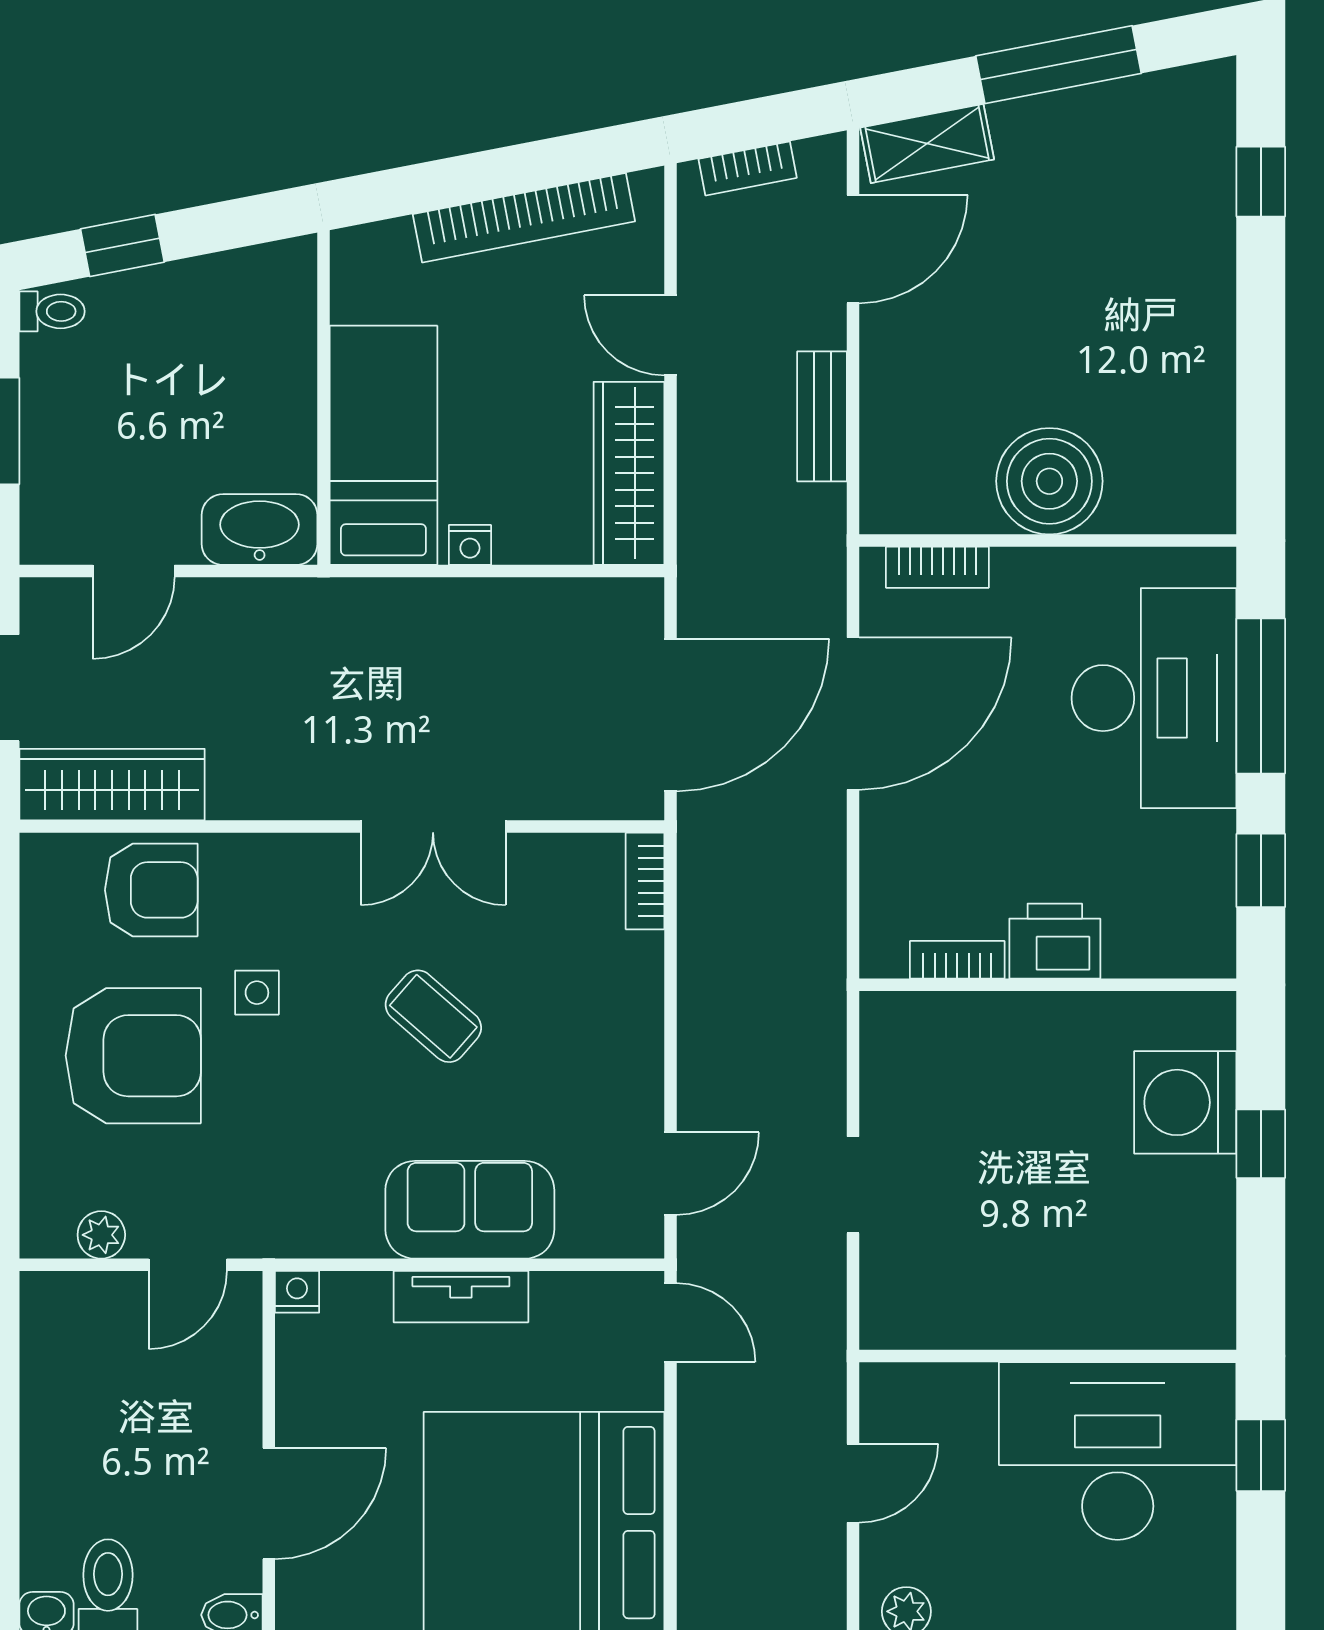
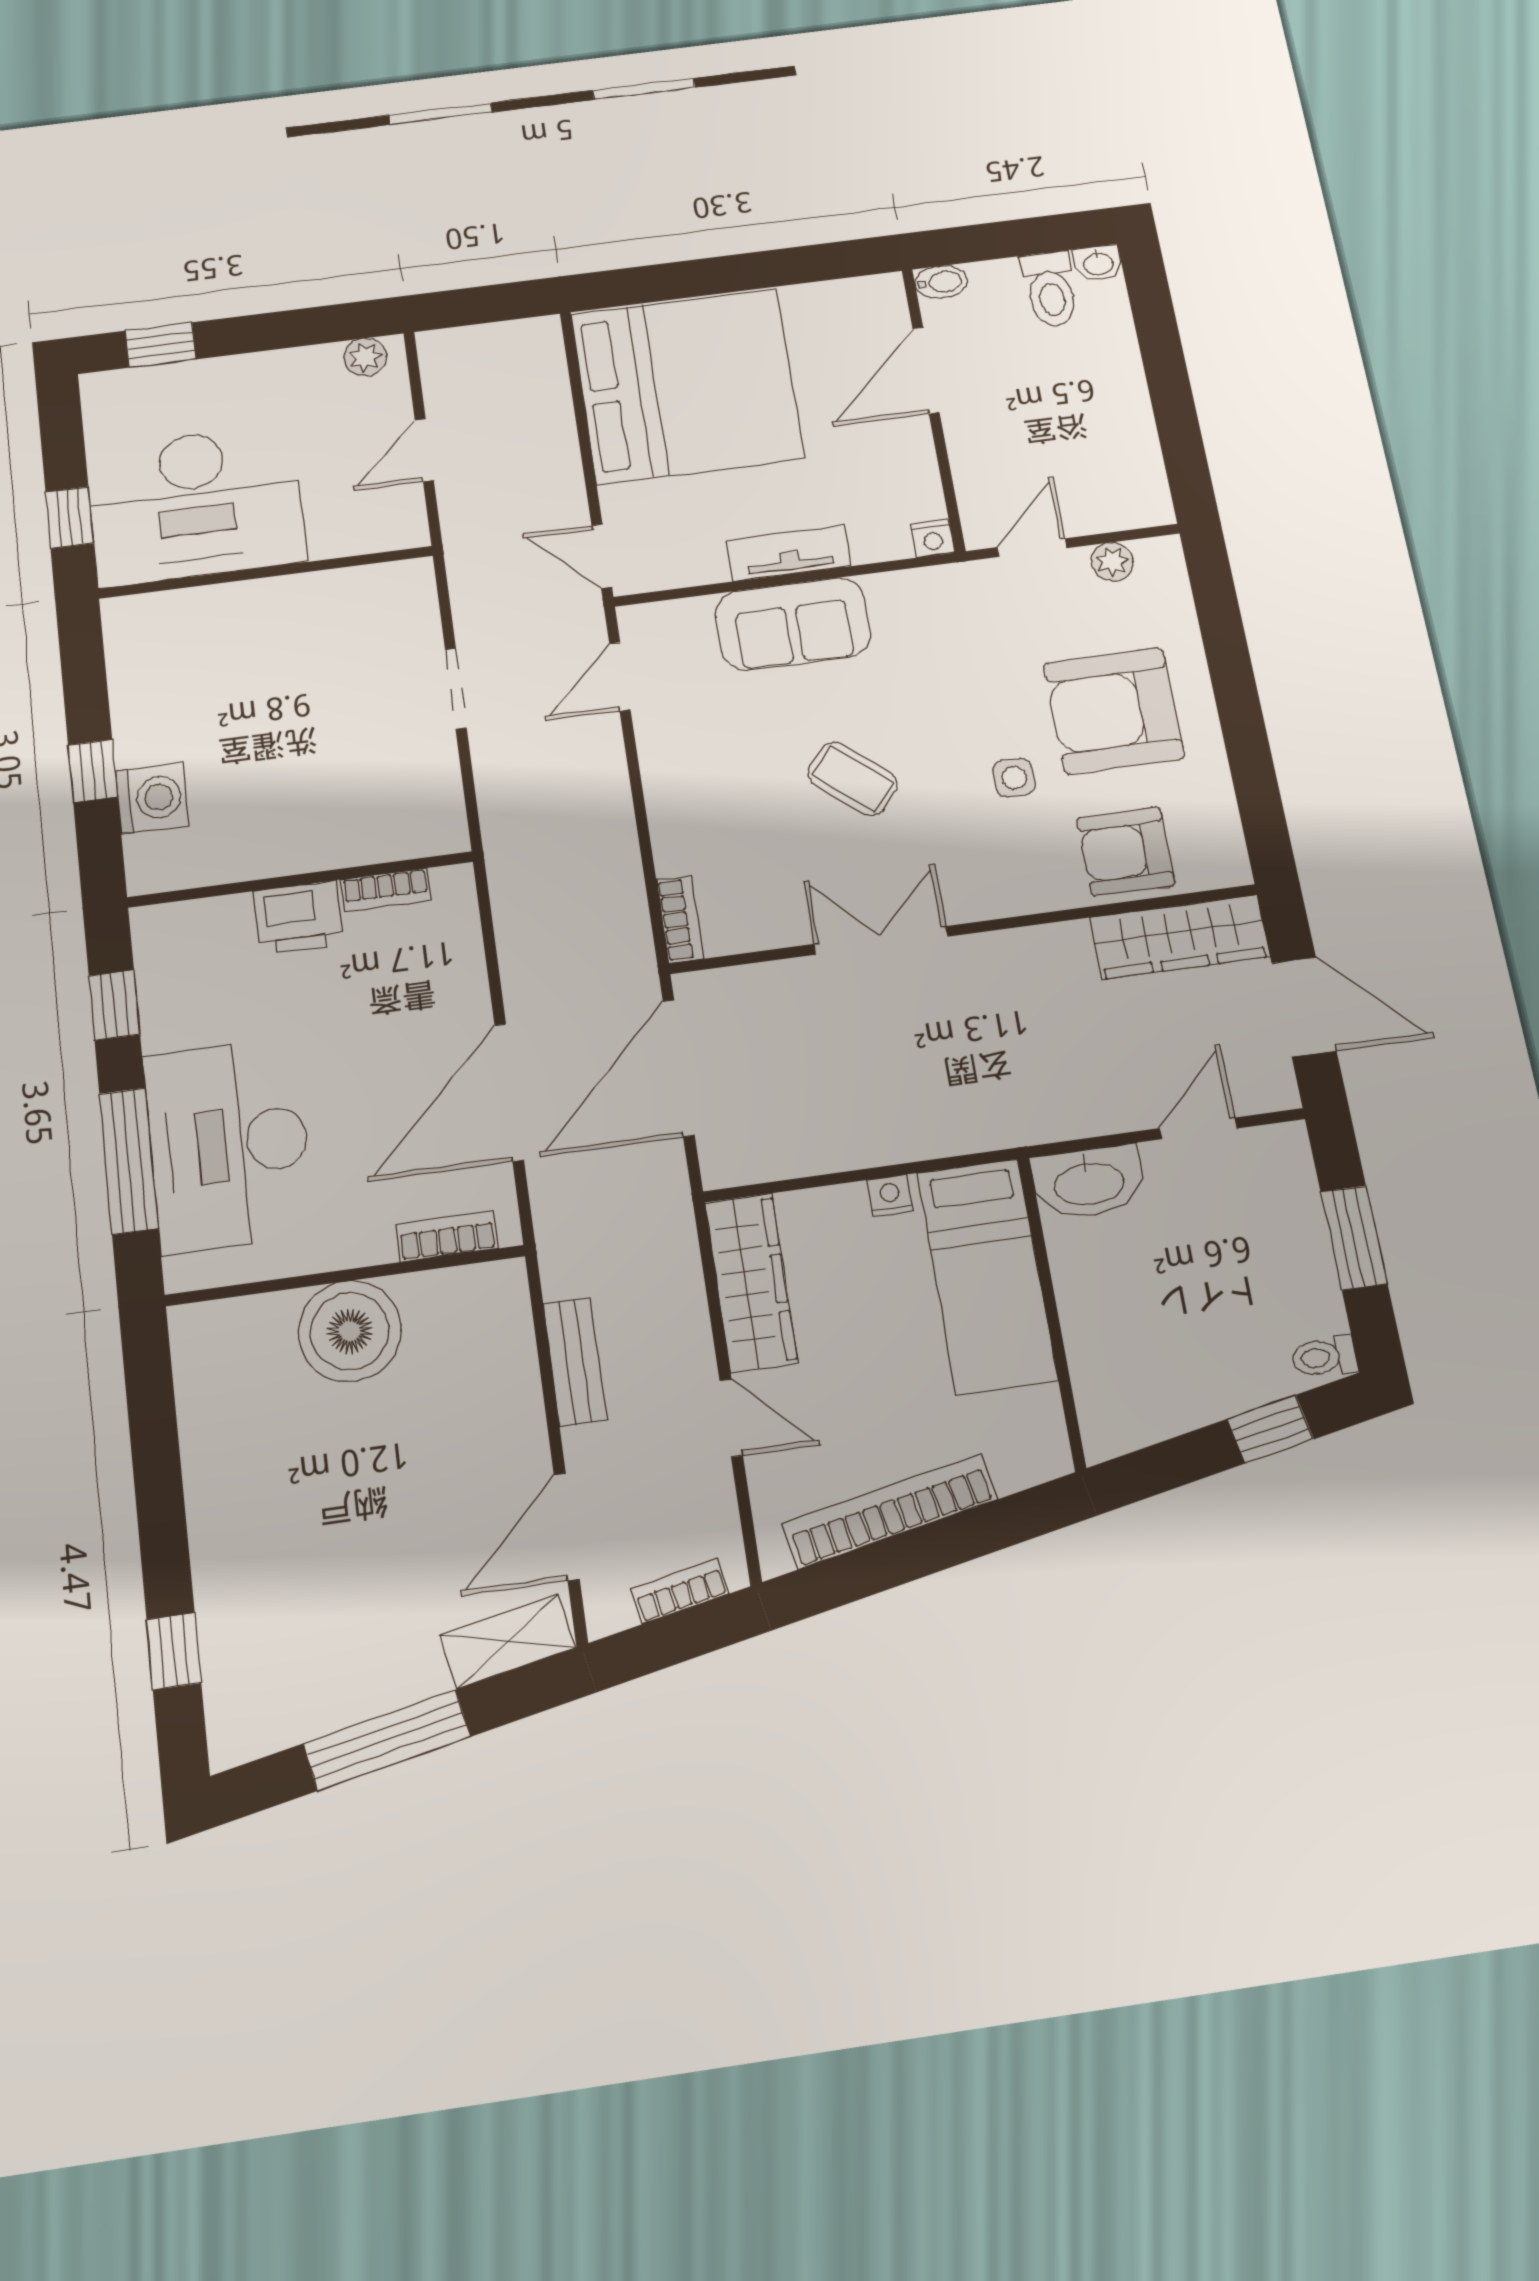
washing machine: (1185, 1102) -> (152, 798), width x0.73, depth x0.73

